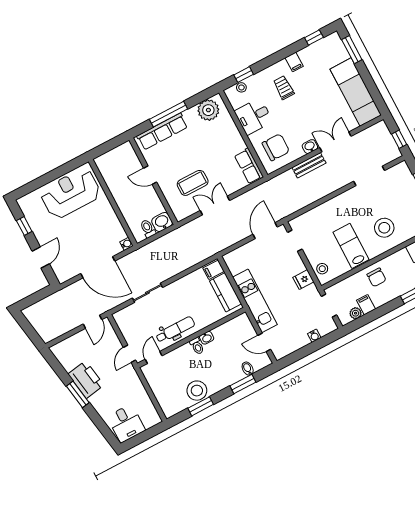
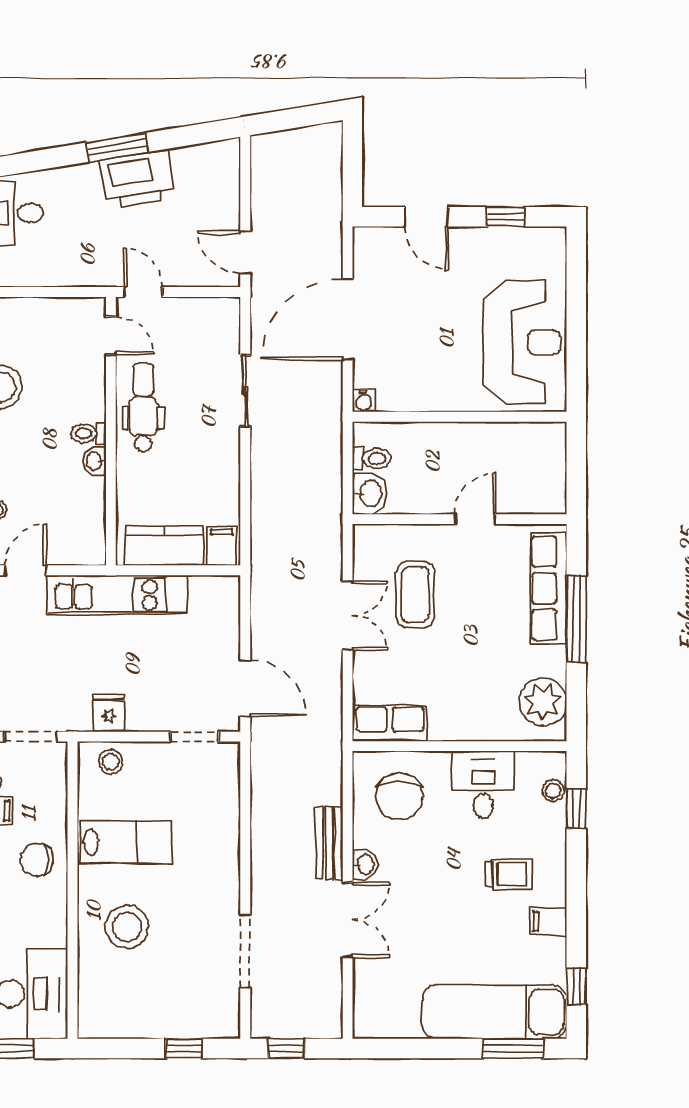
exam couch: (356, 92) -> (494, 1012), moved
dental chair: (175, 330) -> (143, 407), turned 180

